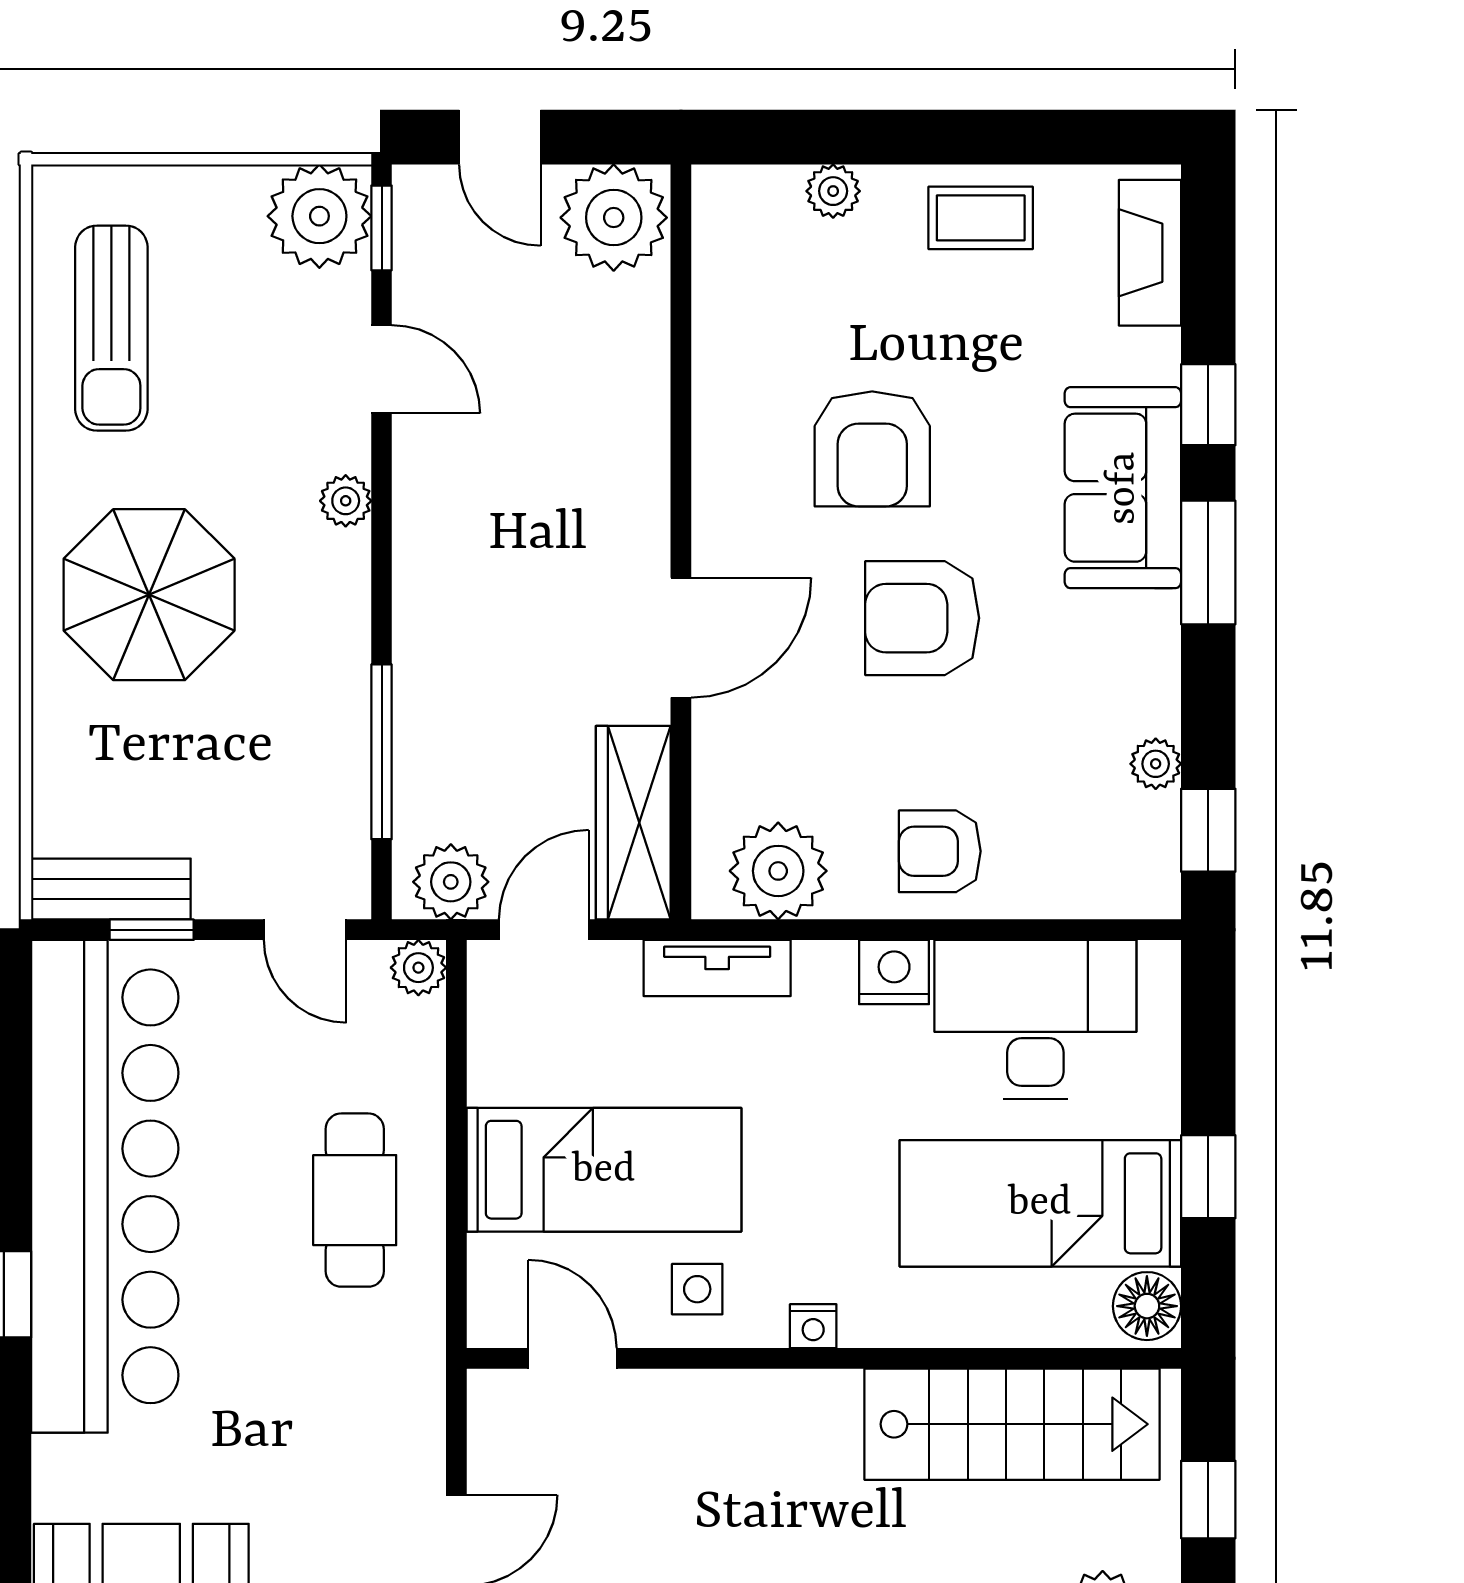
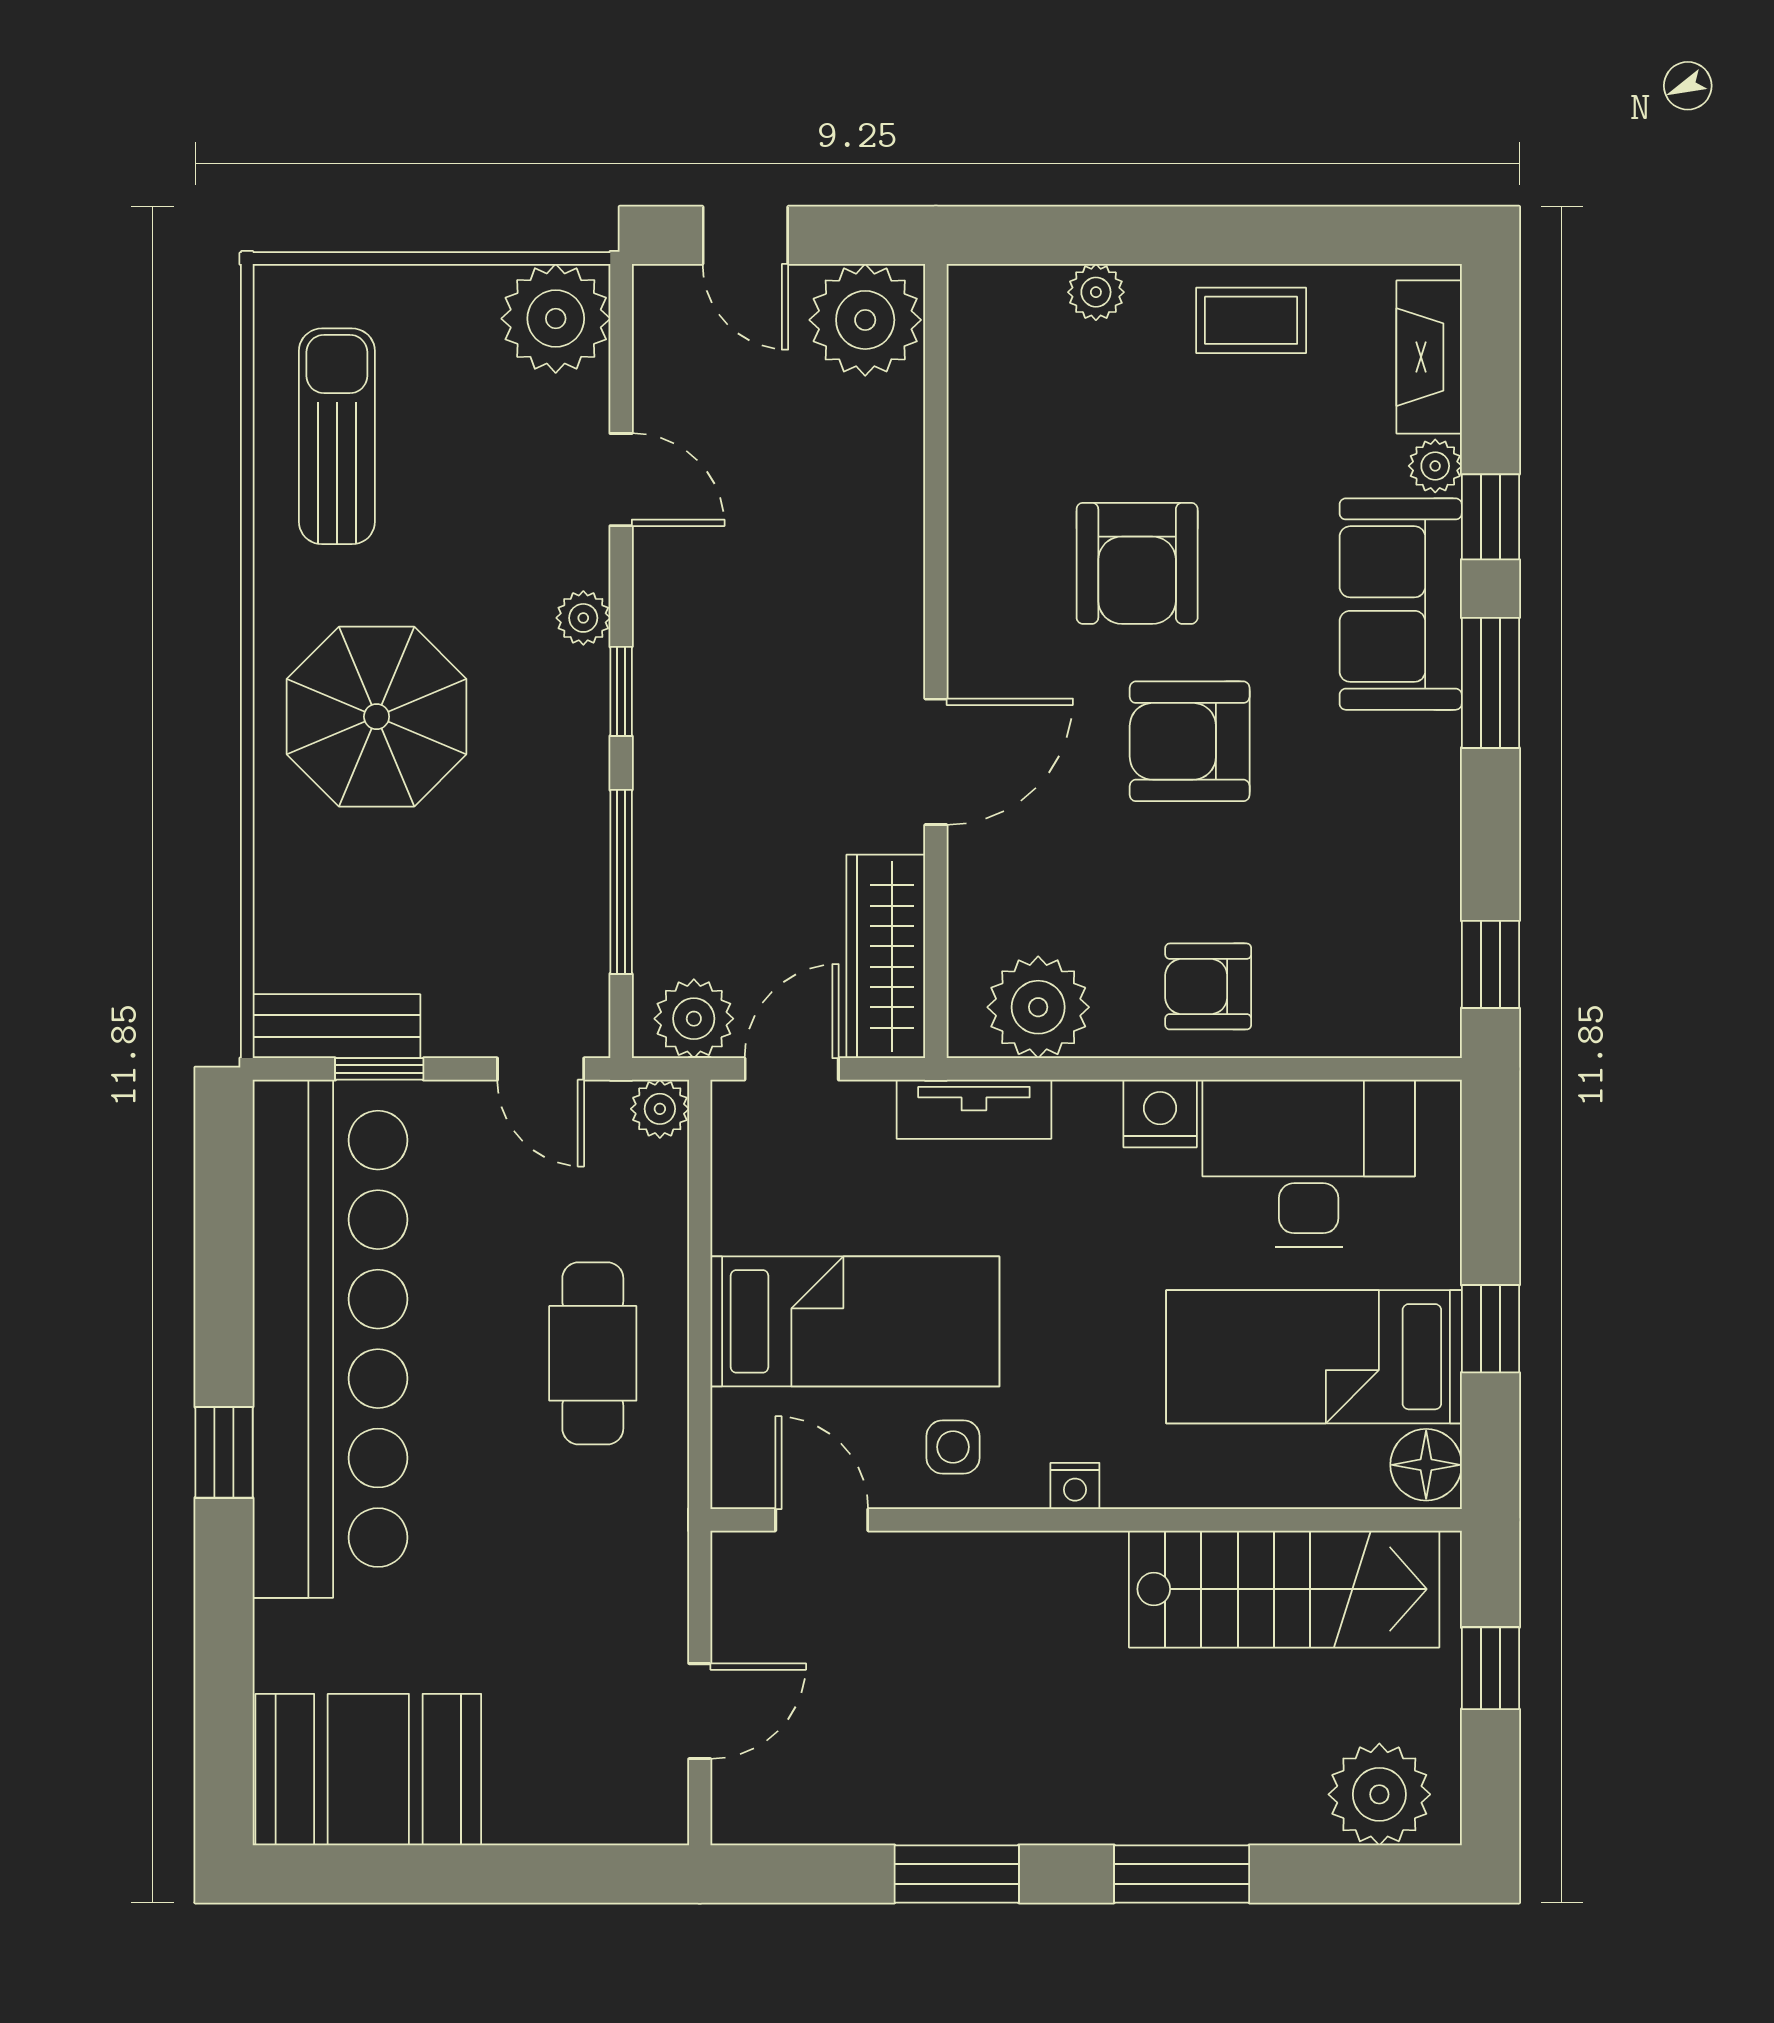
window: (382, 228) -> (621, 691), moved
sun lounger: (111, 328) -> (337, 436), turned 180
plant: (1156, 764) -> (1435, 466), moved

